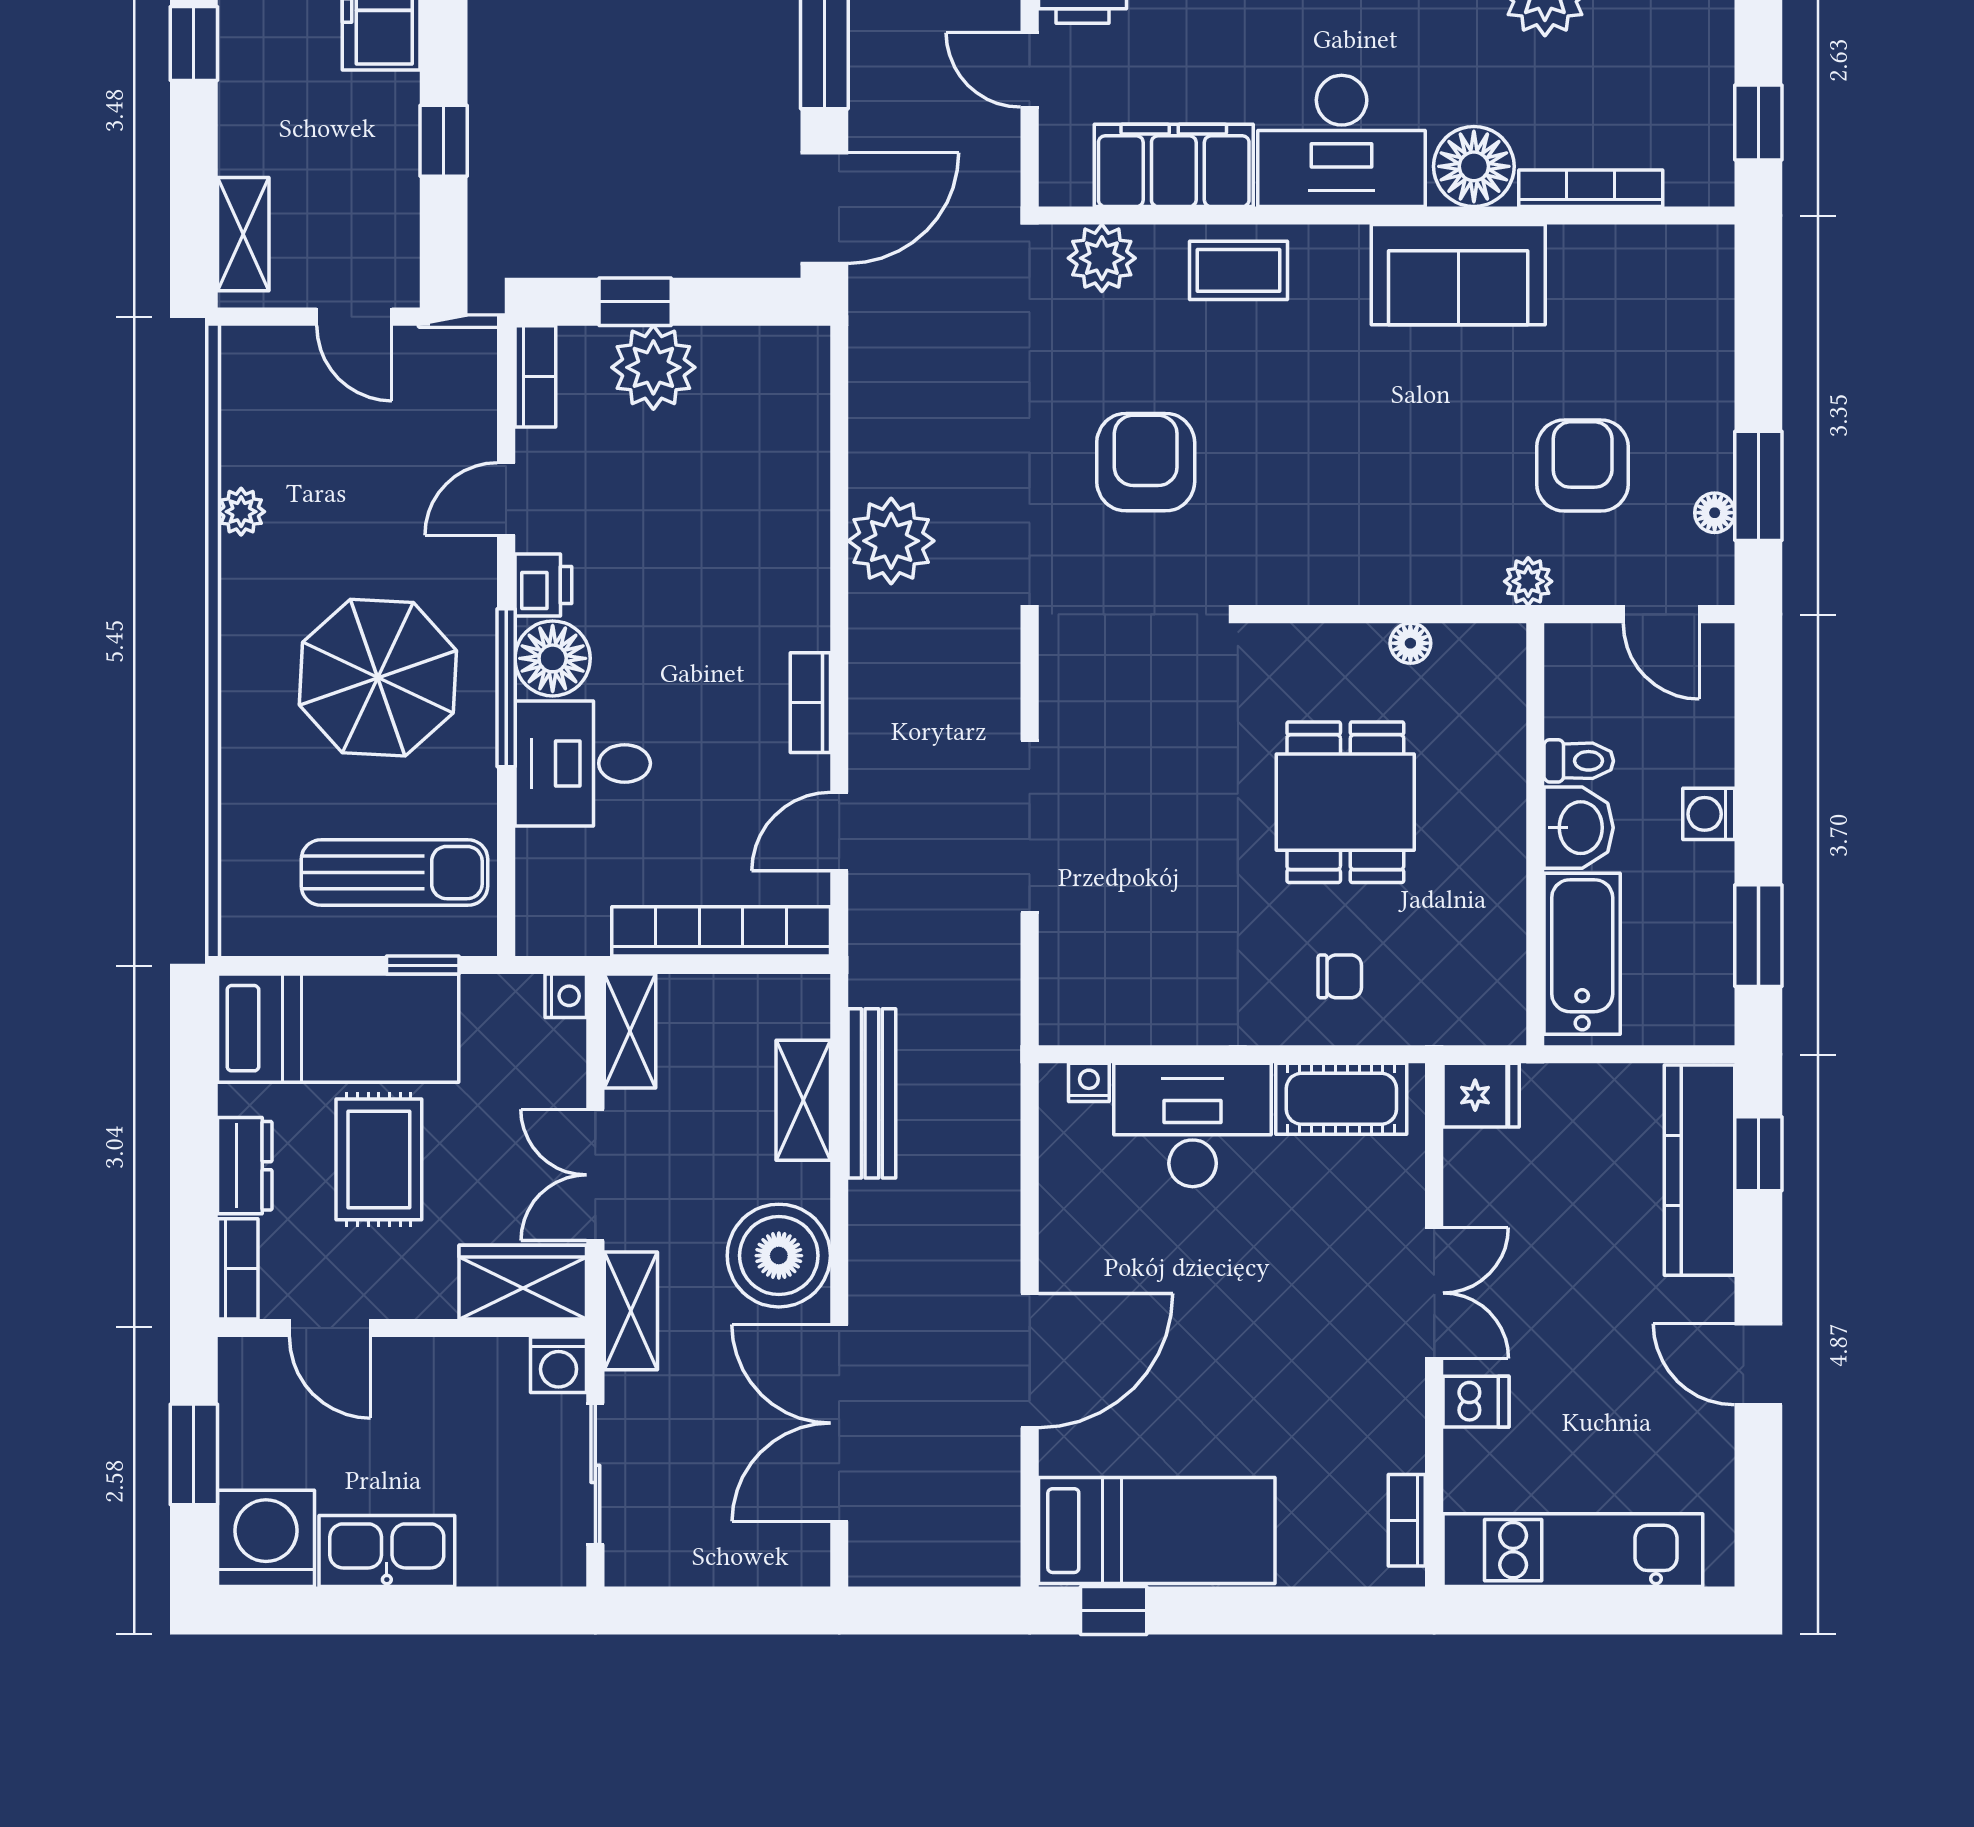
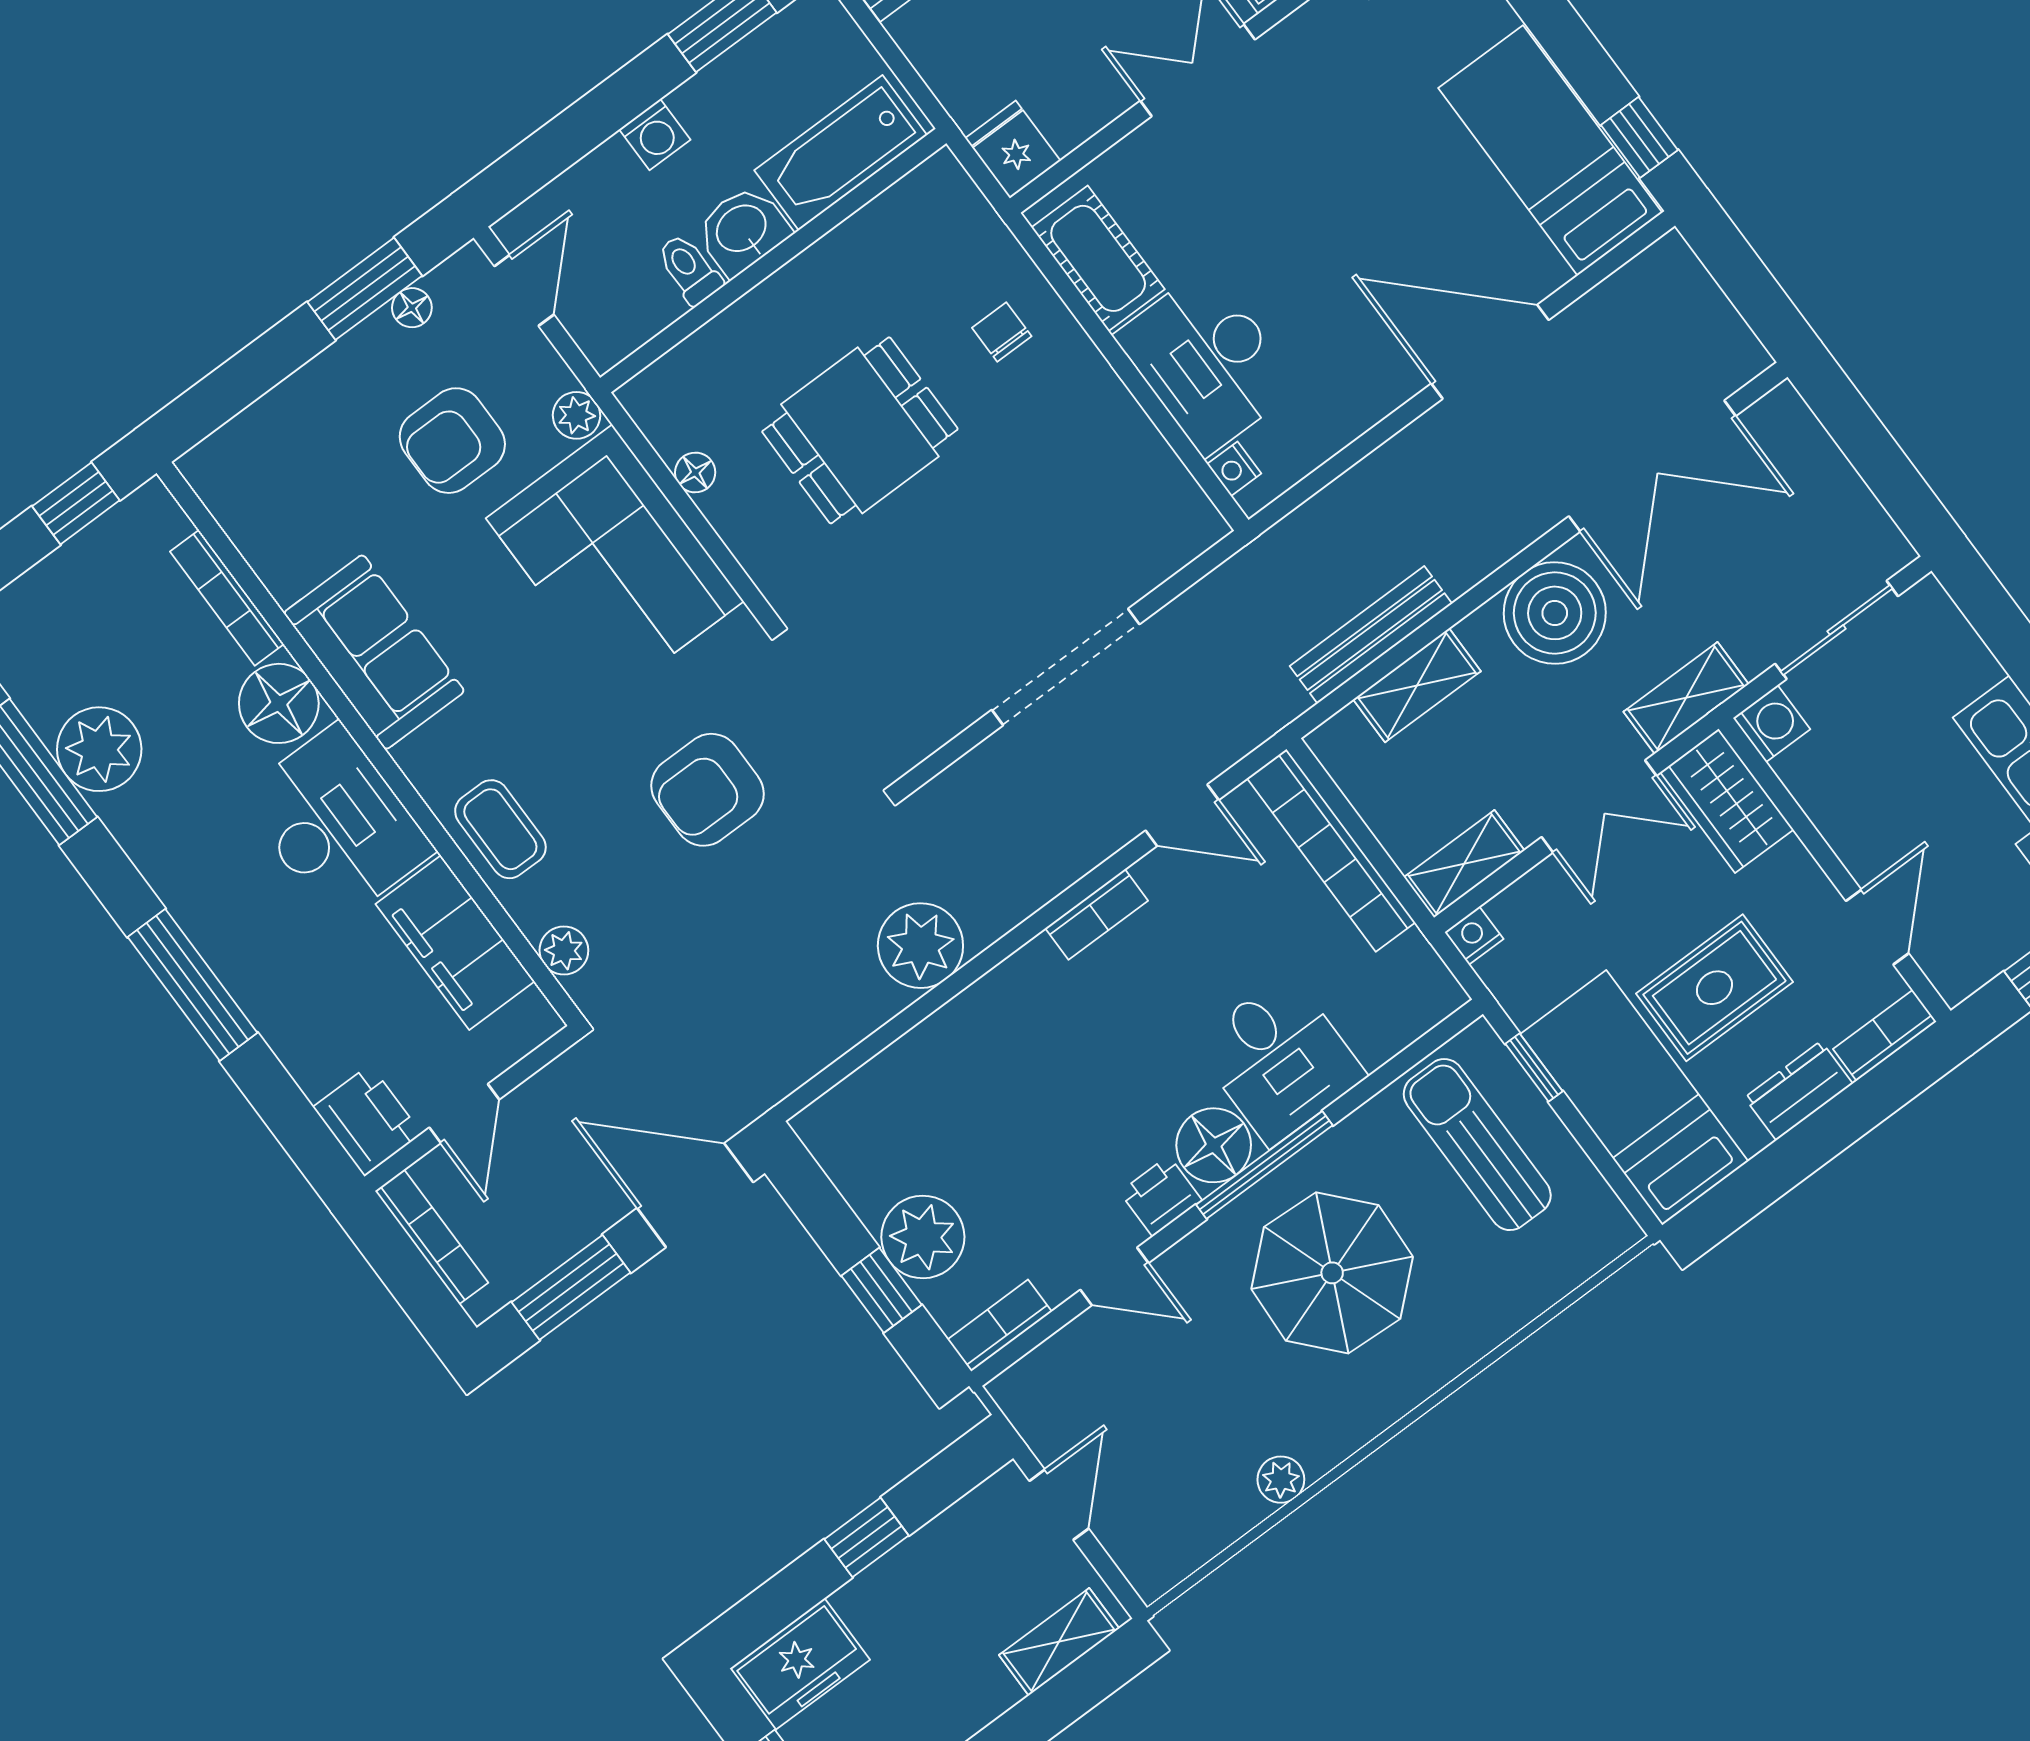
plant: (1102, 258) -> (564, 950), width x0.73, depth x0.73
corner sofa: (1388, 526) -> (615, 560), added

